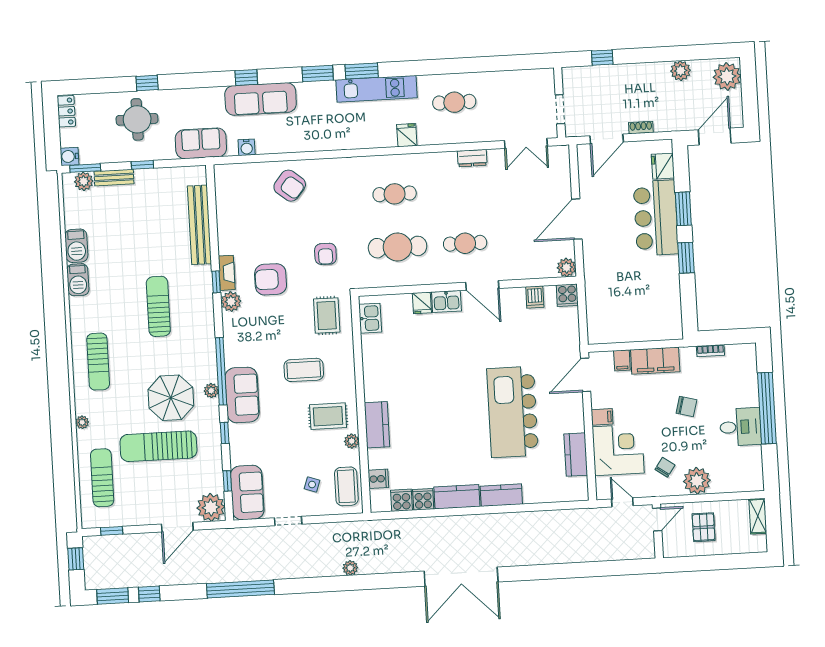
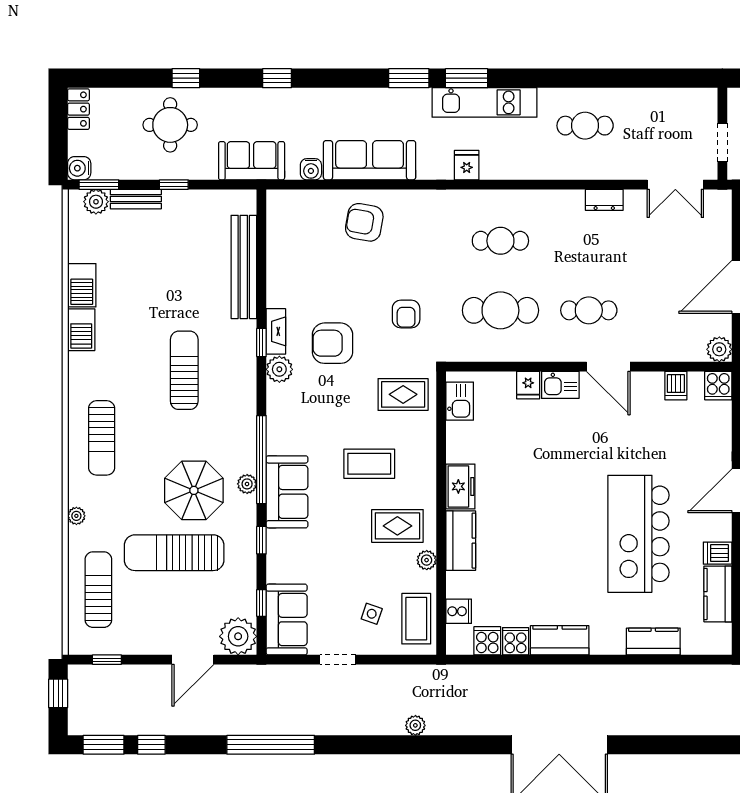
window: (246, 77) -> (277, 78), moved
sofa: (261, 99) -> (370, 160), moved, turned 180
fridge: (407, 135) -> (467, 165), moved
armchair: (290, 186) -> (364, 222), turned 151
rug: (327, 316) -> (403, 394), turned 90
freezer: (374, 383) -> (460, 486), added
dishwasher: (574, 423) -> (718, 553), added
kitchen counter: (501, 495) -> (653, 641), moved

